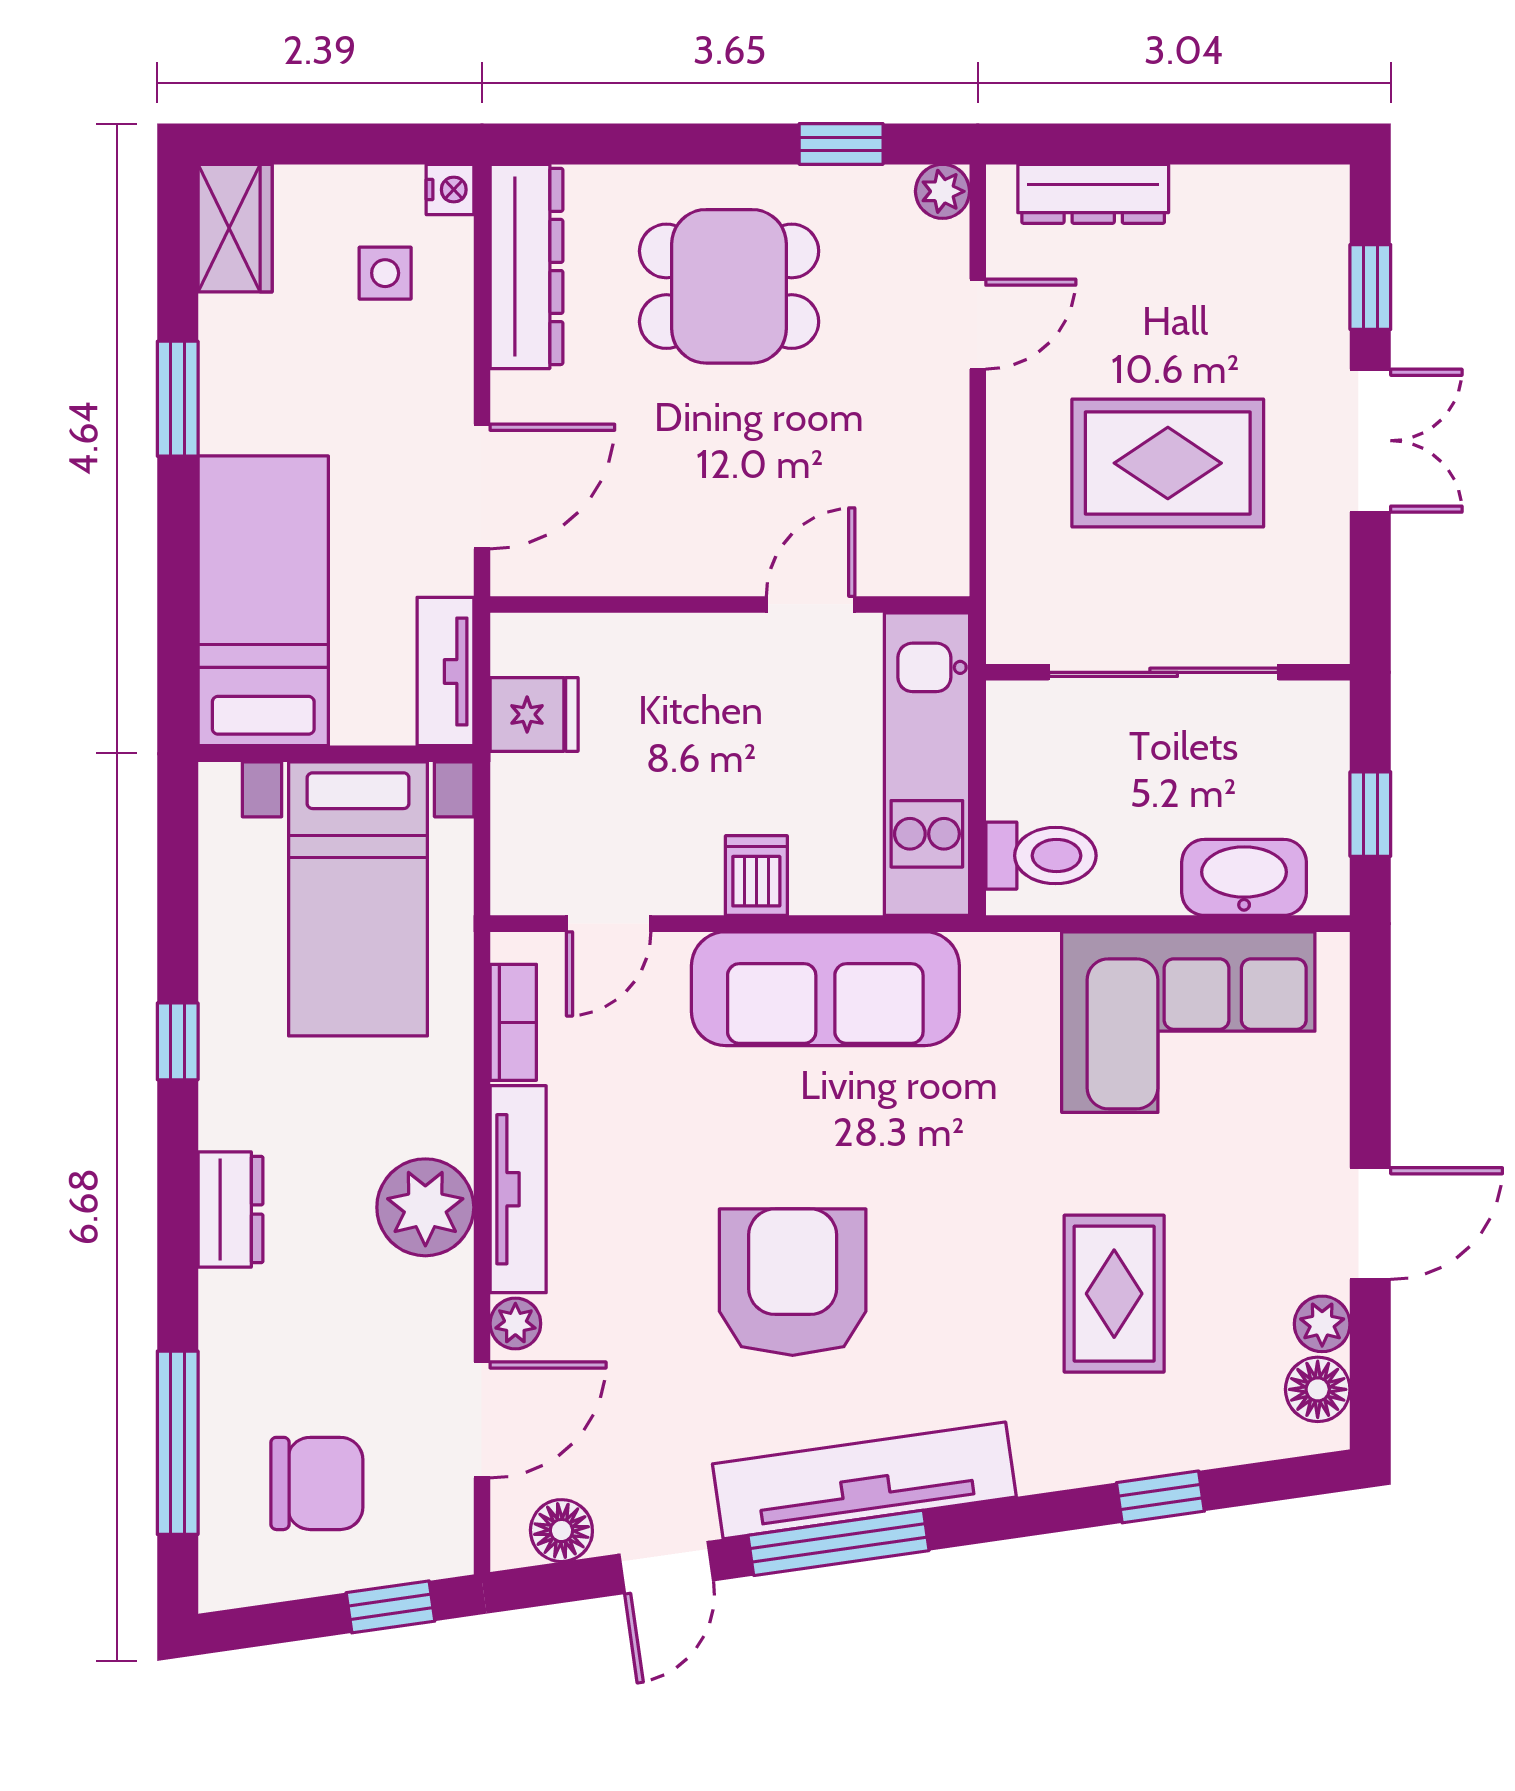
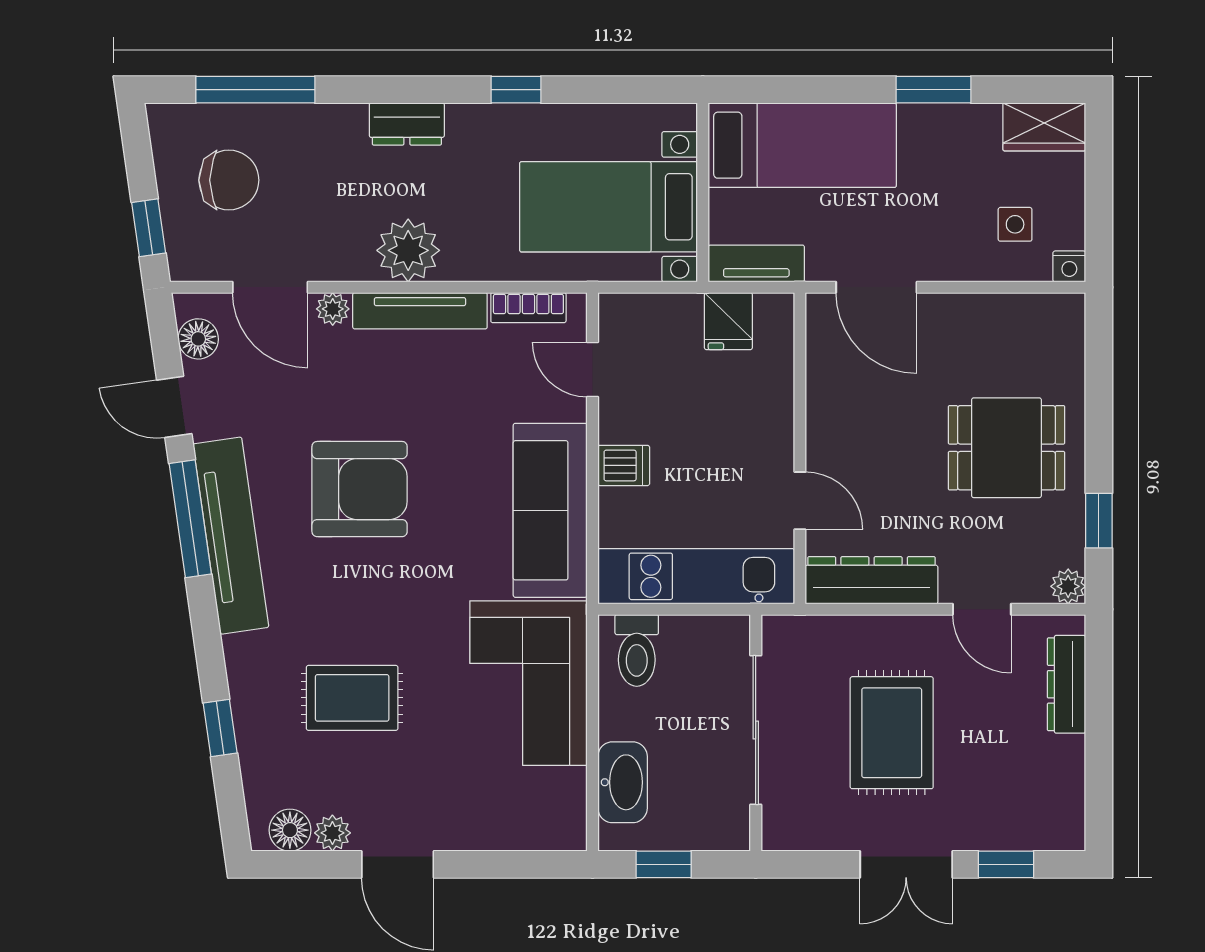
dresser: (526, 266) -> (871, 580), moved, turned 180
dining table: (729, 286) -> (1006, 448), turned 90
corner sofa: (1188, 1022) -> (529, 683), moved
chair: (317, 1483) -> (229, 180), turned -90

